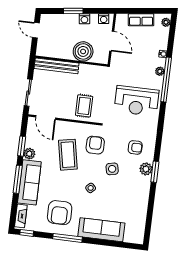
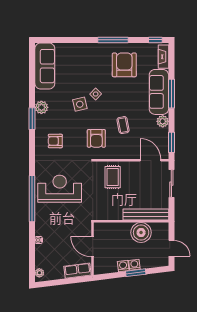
washing machine: (104, 19) -> (134, 265), moved
row of seats: (141, 20) -> (78, 271), moved
boiler: (83, 51) -> (141, 233), moved
plant: (160, 71) -> (40, 222), removed
window: (166, 80) -> (32, 199), moved
window: (22, 146) -> (171, 142), moved
coffee table: (68, 155) -> (123, 125), width x0.54, depth x0.58
side table: (112, 169) -> (80, 104), moved
plant: (146, 169) -> (41, 107), moved
sofa: (101, 230) -> (45, 66), moved, turned -90

